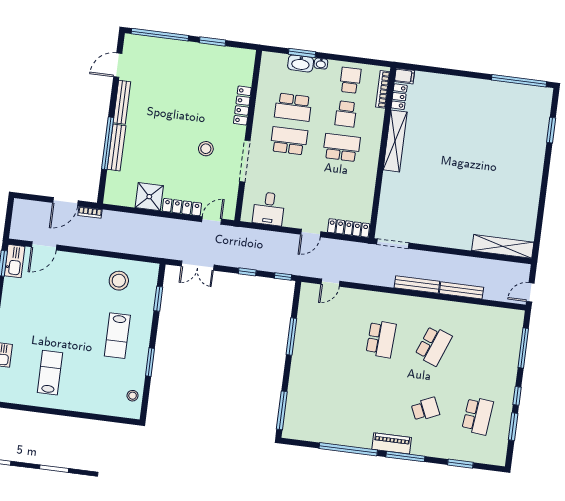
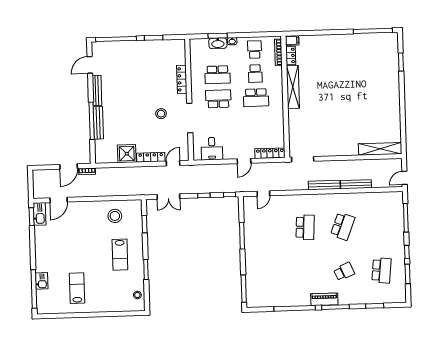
school desk: (342, 148) -> (256, 98), turned 180

